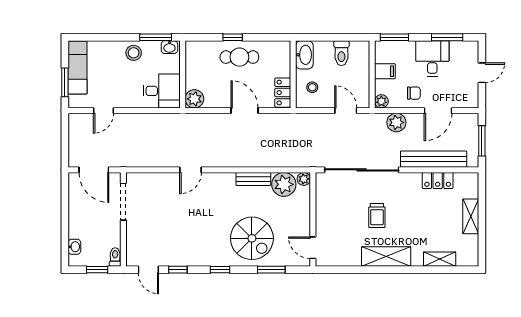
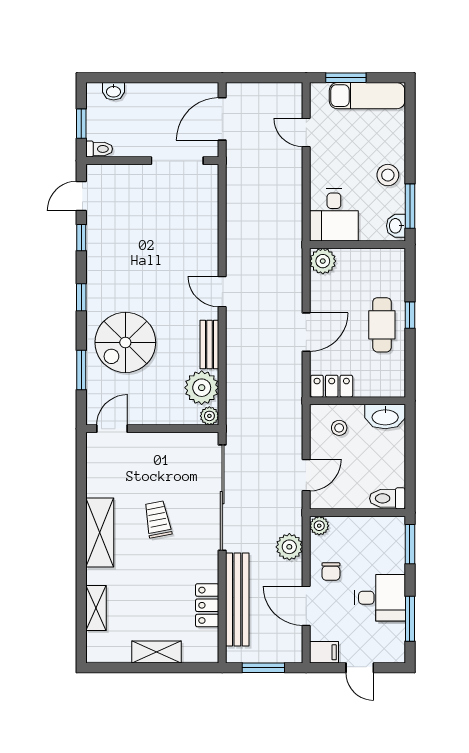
toilet: (341, 53) -> (388, 498), moved
filing cabinet: (385, 71) -> (324, 652), moved, turned -90
door: (191, 170) -> (222, 292), moved
trolley: (377, 216) -> (158, 519), turned 79

